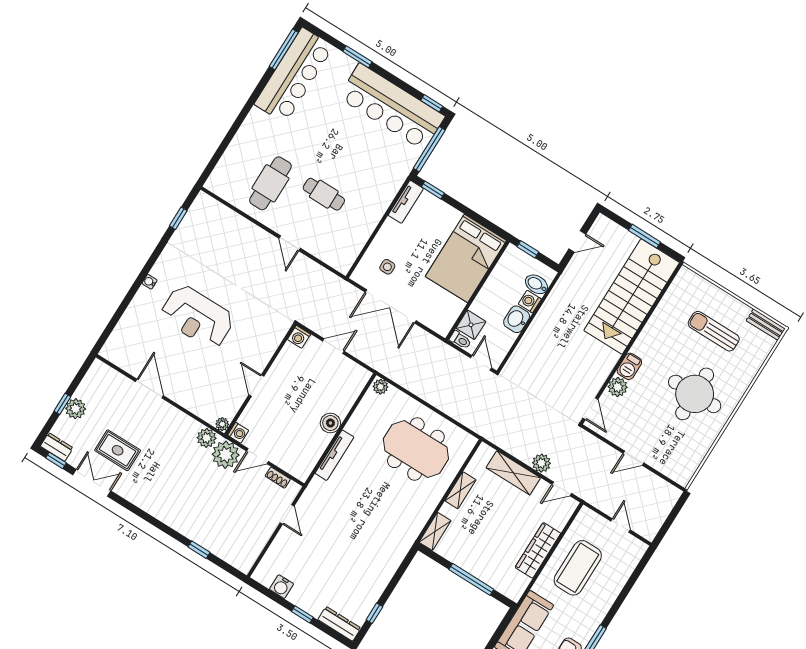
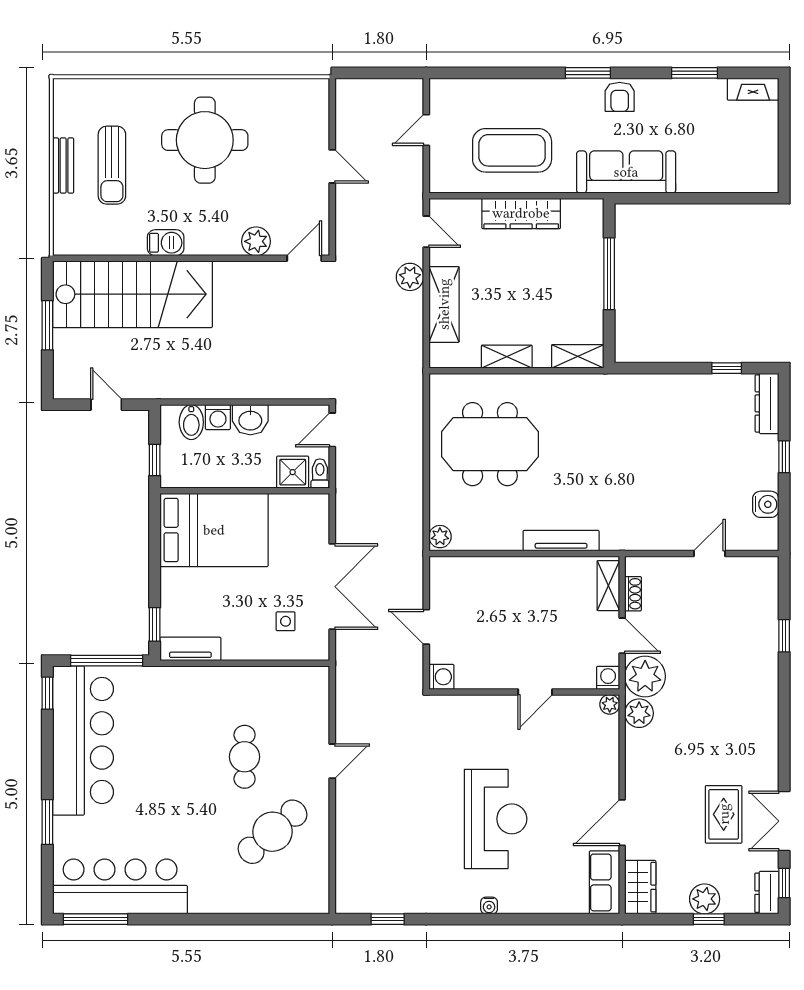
cafe table: (270, 183) -> (273, 832), turned -41
bench: (766, 325) -> (63, 165), moved
row of seats: (121, 357) -> (604, 882), added
barbecue: (629, 366) -> (166, 243), moved
wardrobe: (106, 376) -> (640, 887), added
boiler: (330, 423) -> (524, 571), removed
meeting table: (416, 449) -> (490, 444), turned 90
shelving: (291, 466) -> (608, 586), added
door: (287, 514) -> (710, 554), moved

